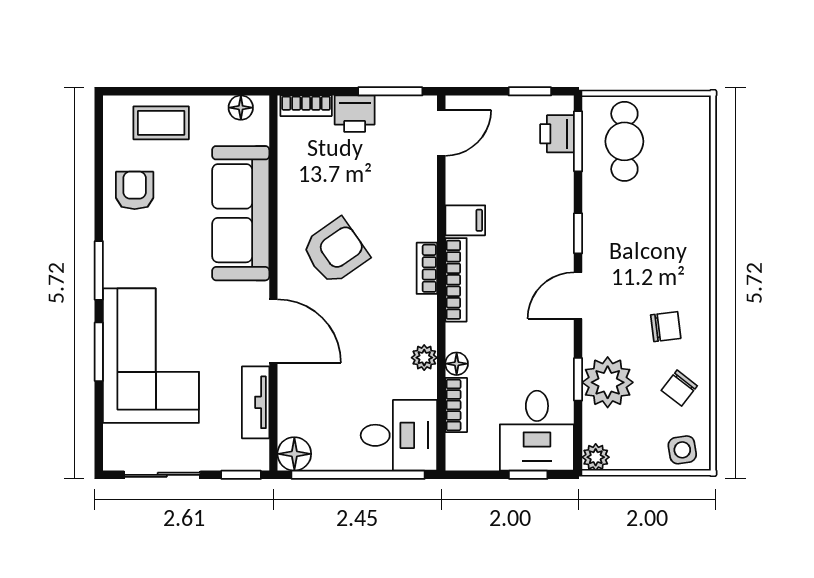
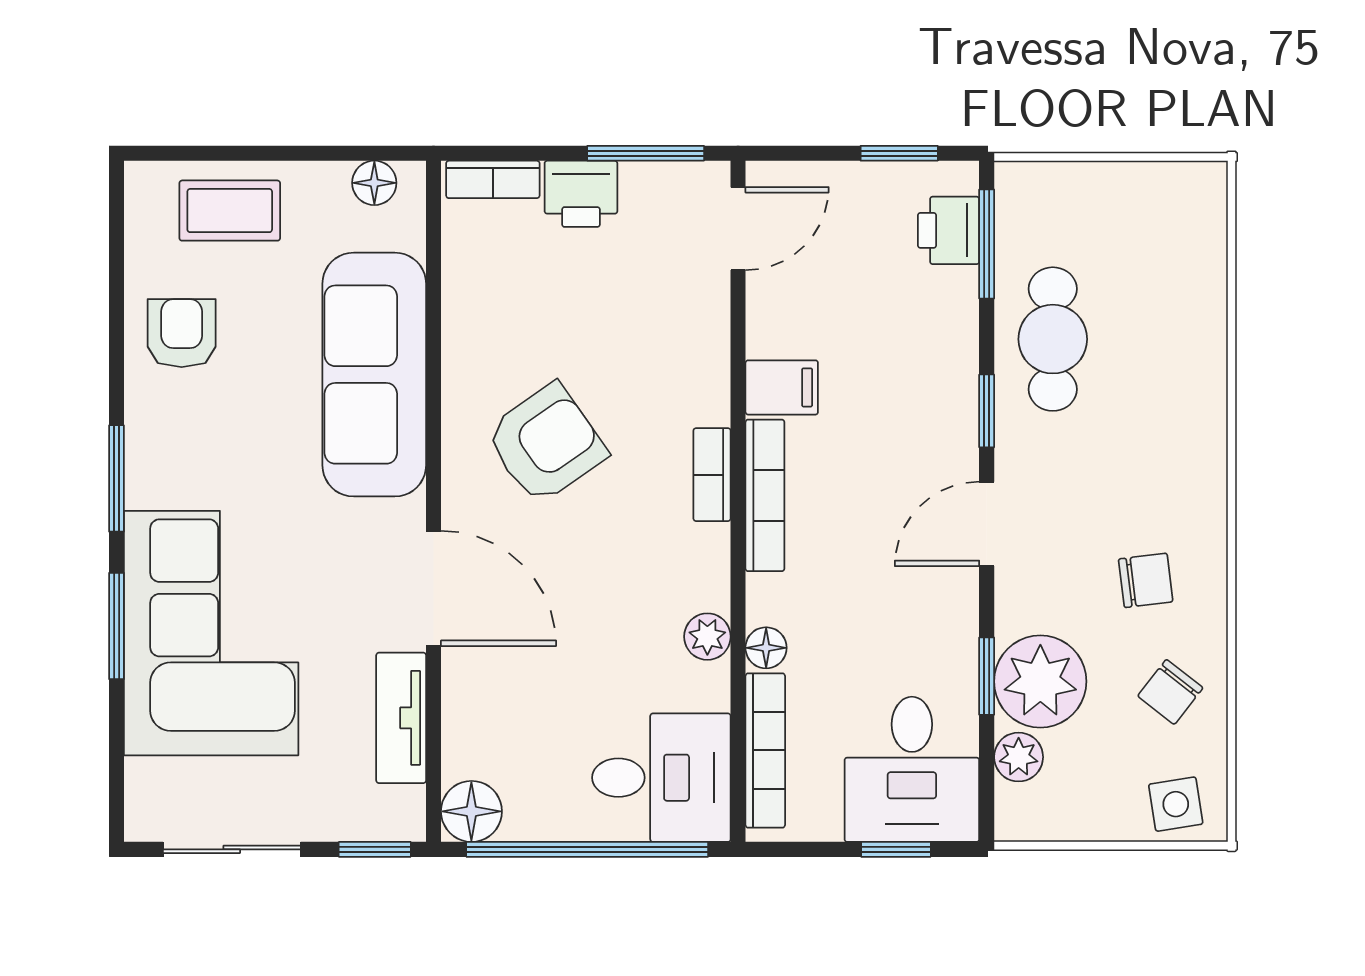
cafe table: (624, 141) -> (1053, 339), moved
bookcase: (456, 405) -> (765, 750), width x1.56
plant: (596, 457) -> (1019, 757), moved

